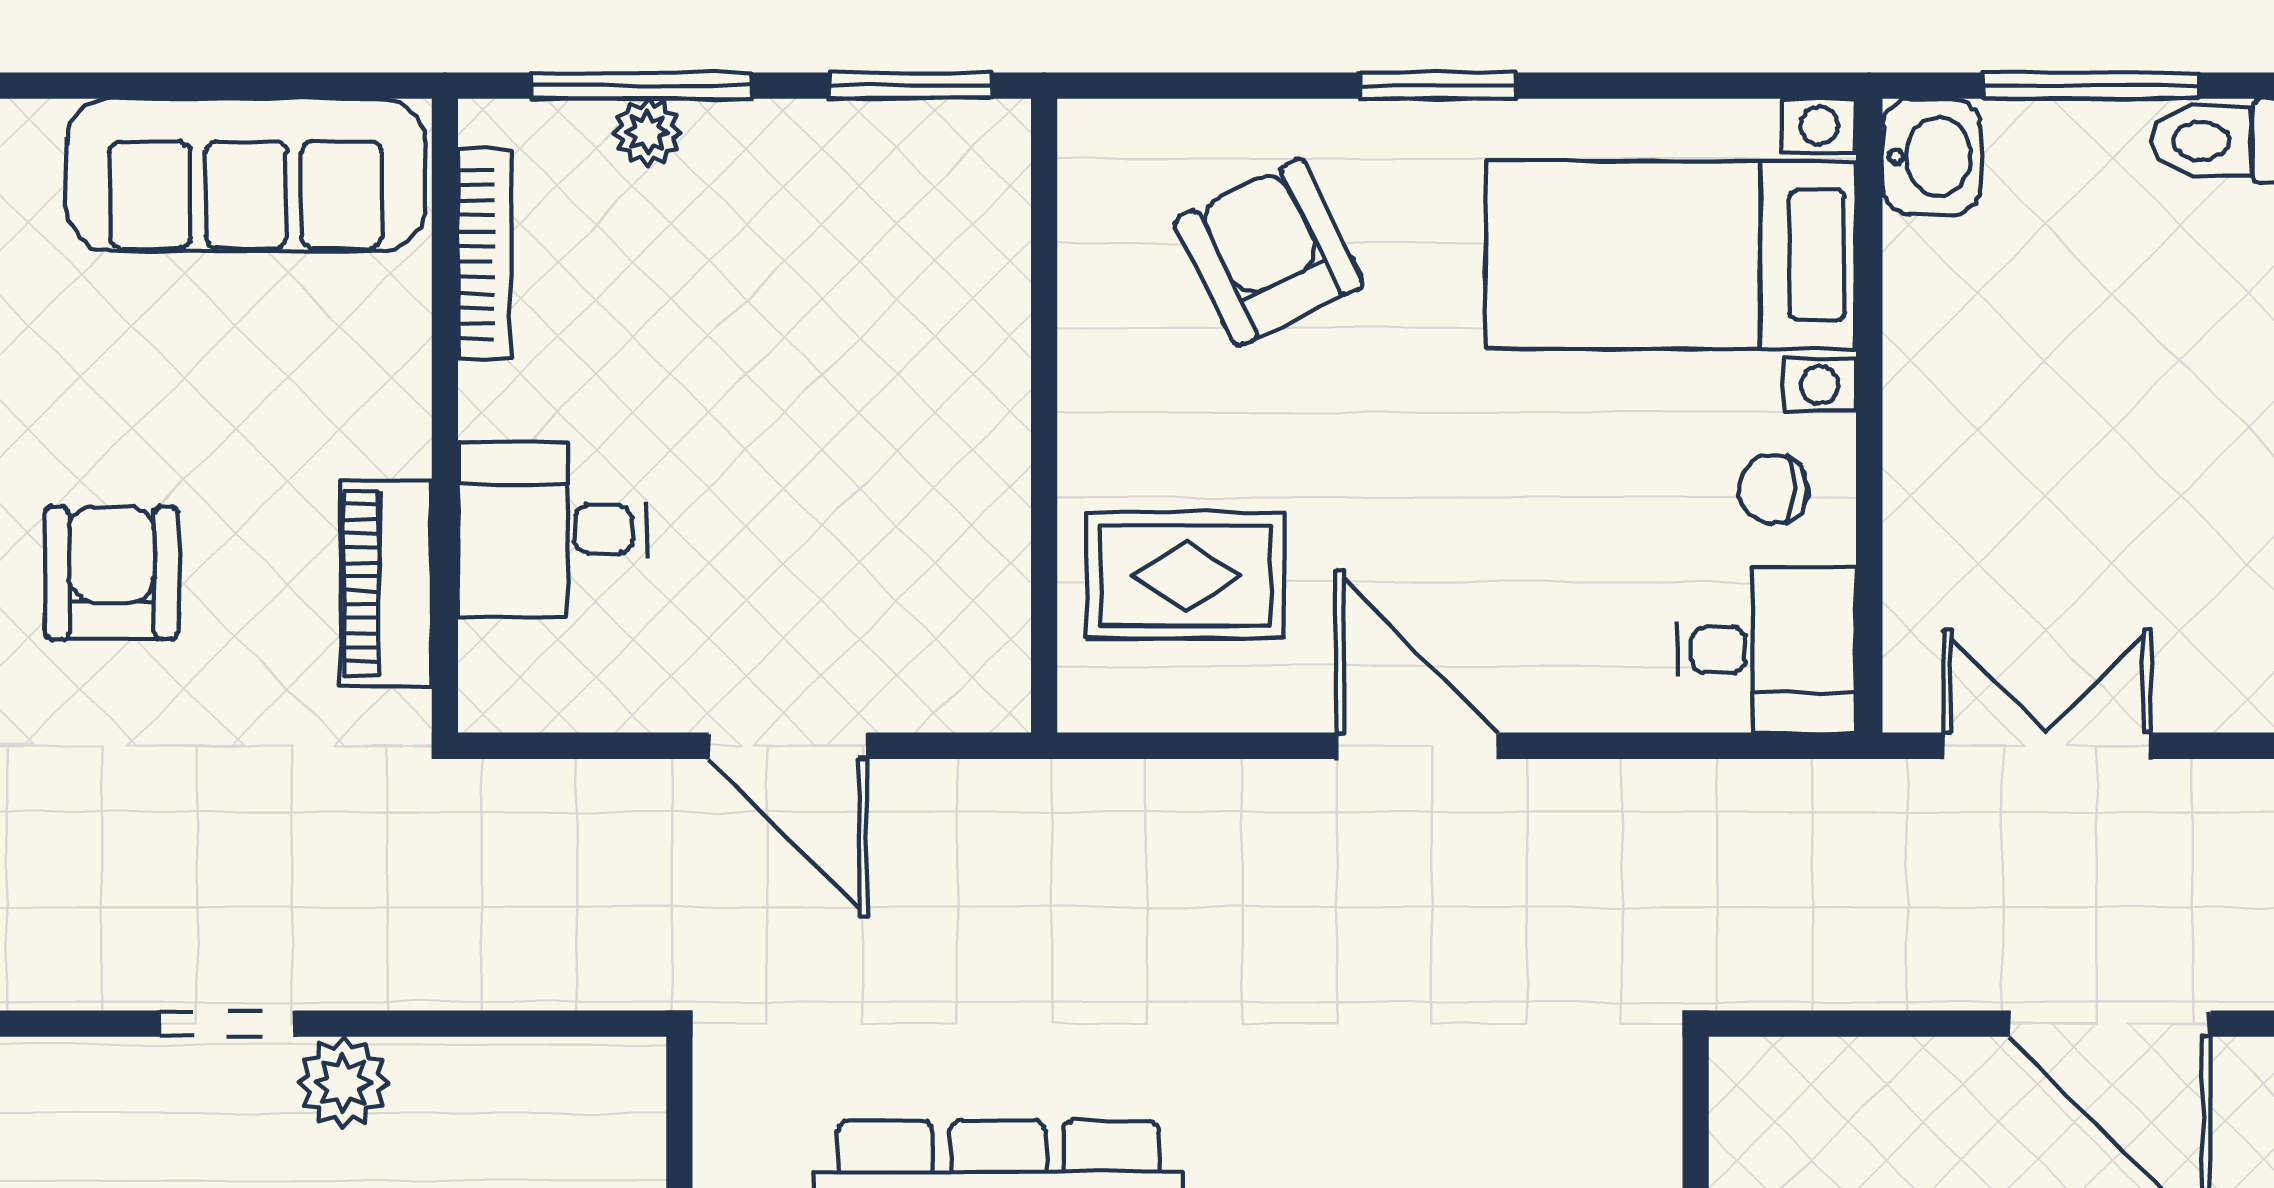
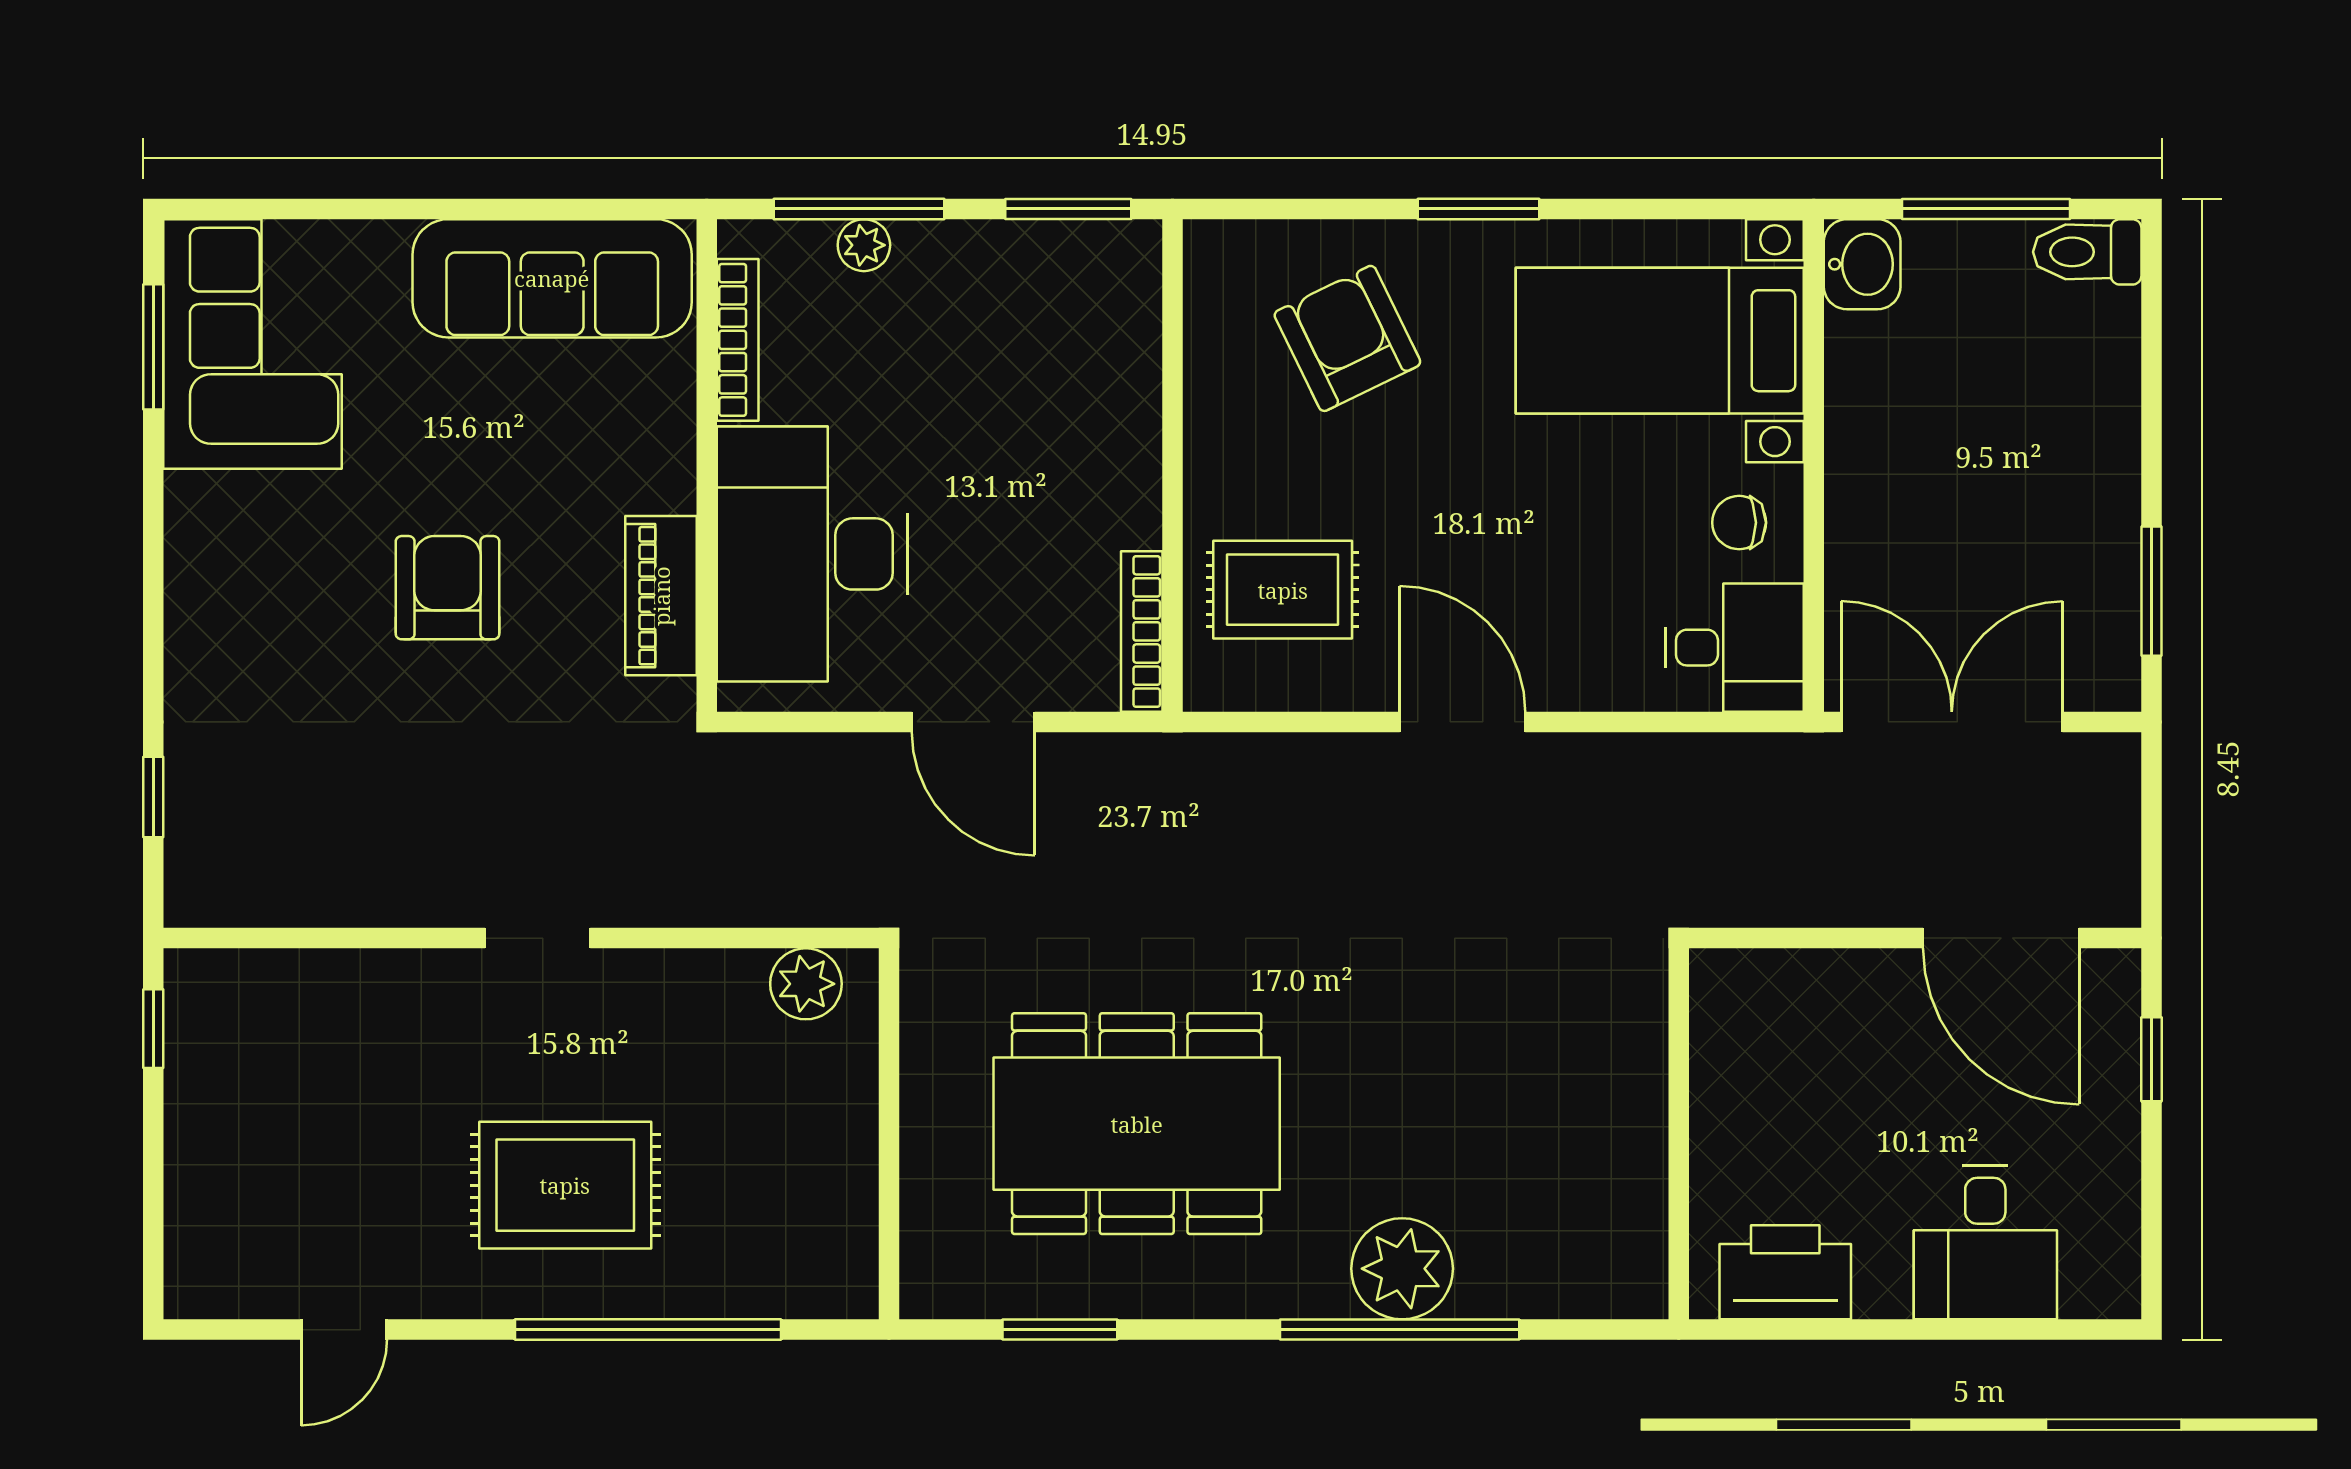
desk: (552, 530) -> (812, 554), width x1.87, depth x1.30
bookcase: (1005, 629) -> (1142, 631), added
double door: (2047, 746) -> (1952, 722), width x1.37
plant: (343, 1083) -> (806, 984), moved

